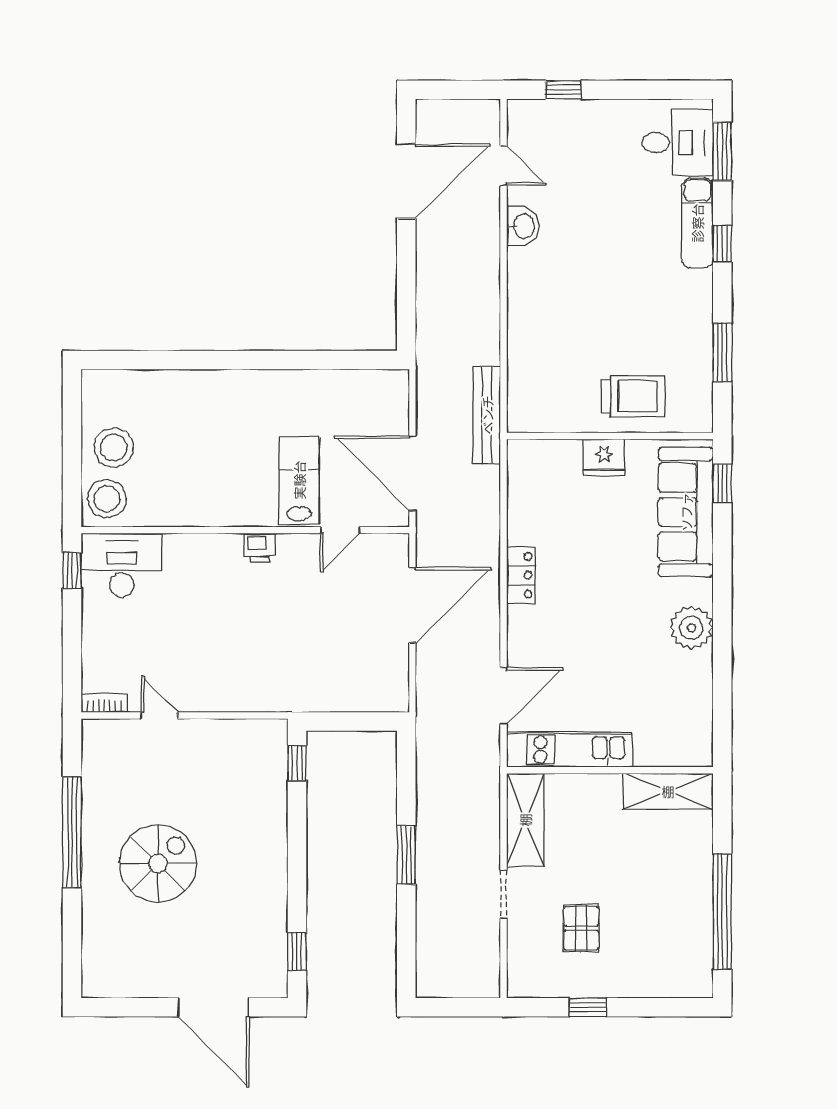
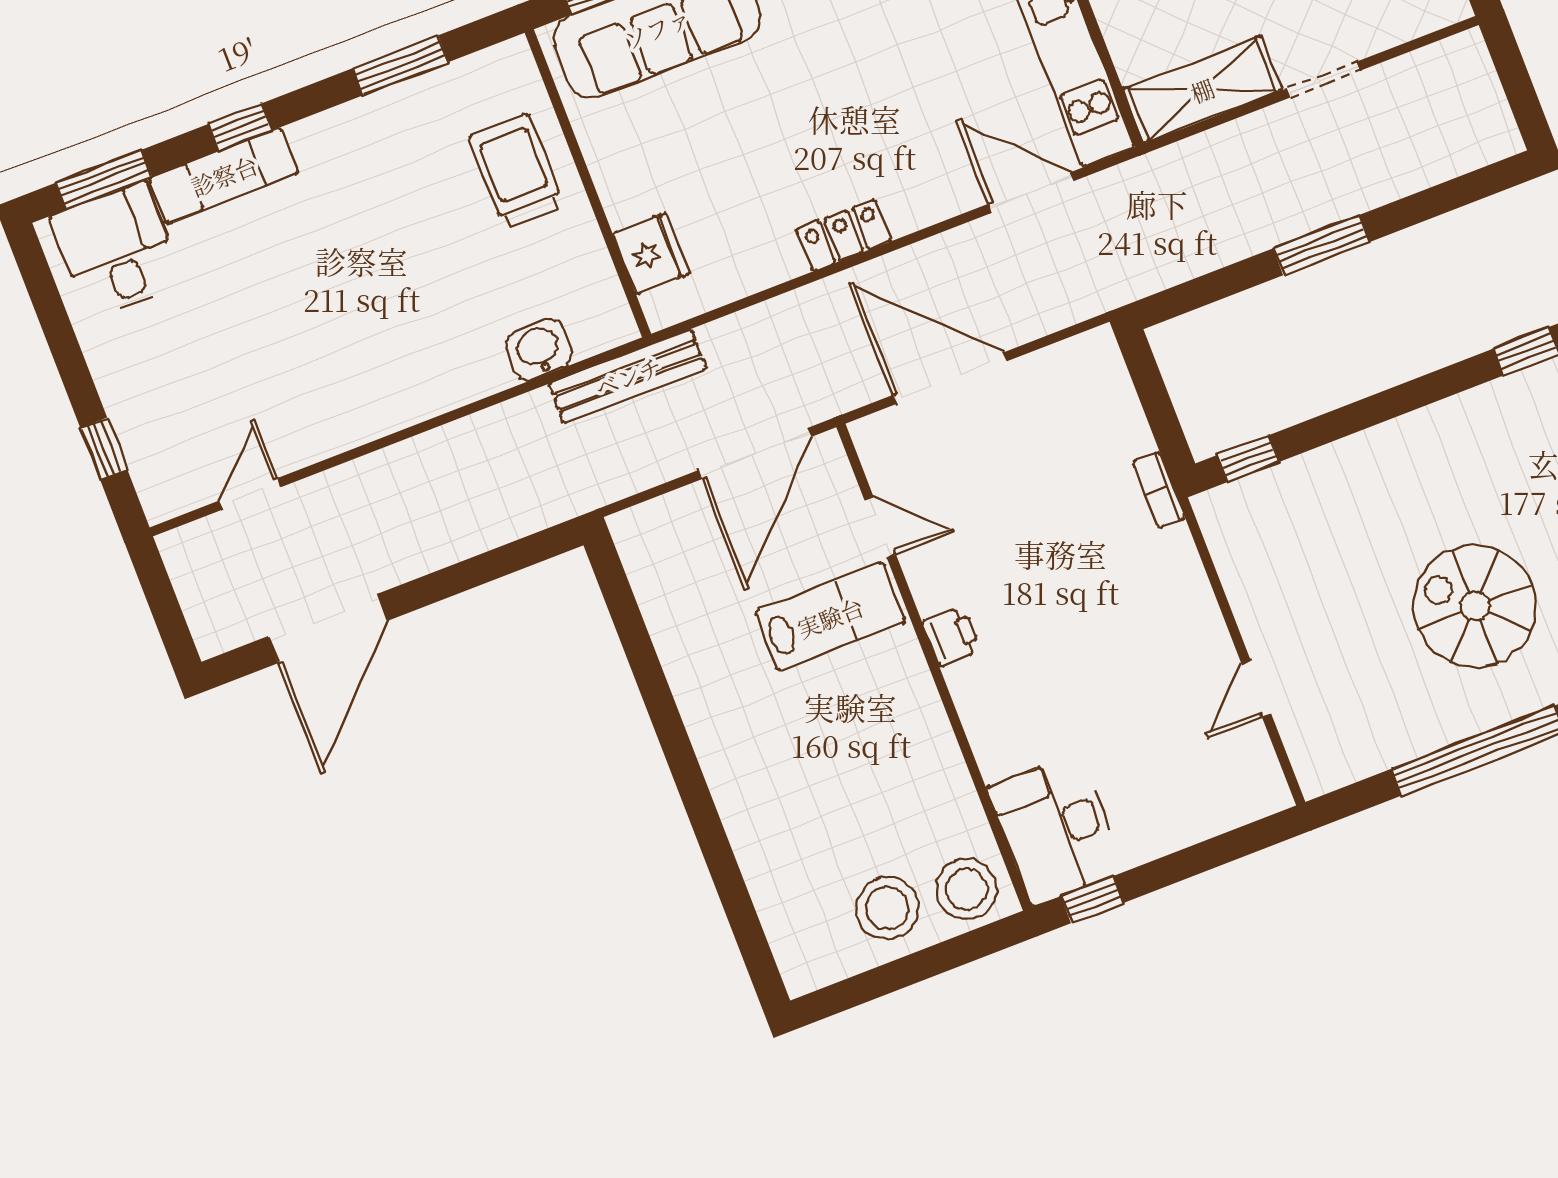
door: (406, 181) -> (328, 628), swing flipped
washbasin: (523, 226) -> (539, 350), moved
fridge: (604, 457) -> (651, 254), moved
lab bench: (299, 480) -> (830, 617), turned 180
bookcase: (104, 703) -> (1159, 490), moved

